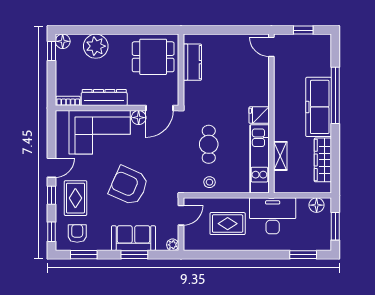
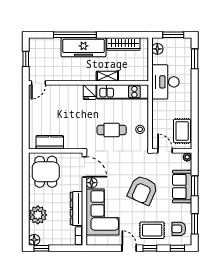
shelving: (280, 156) -> (107, 76), moved
rug: (228, 224) -> (182, 131), moved

